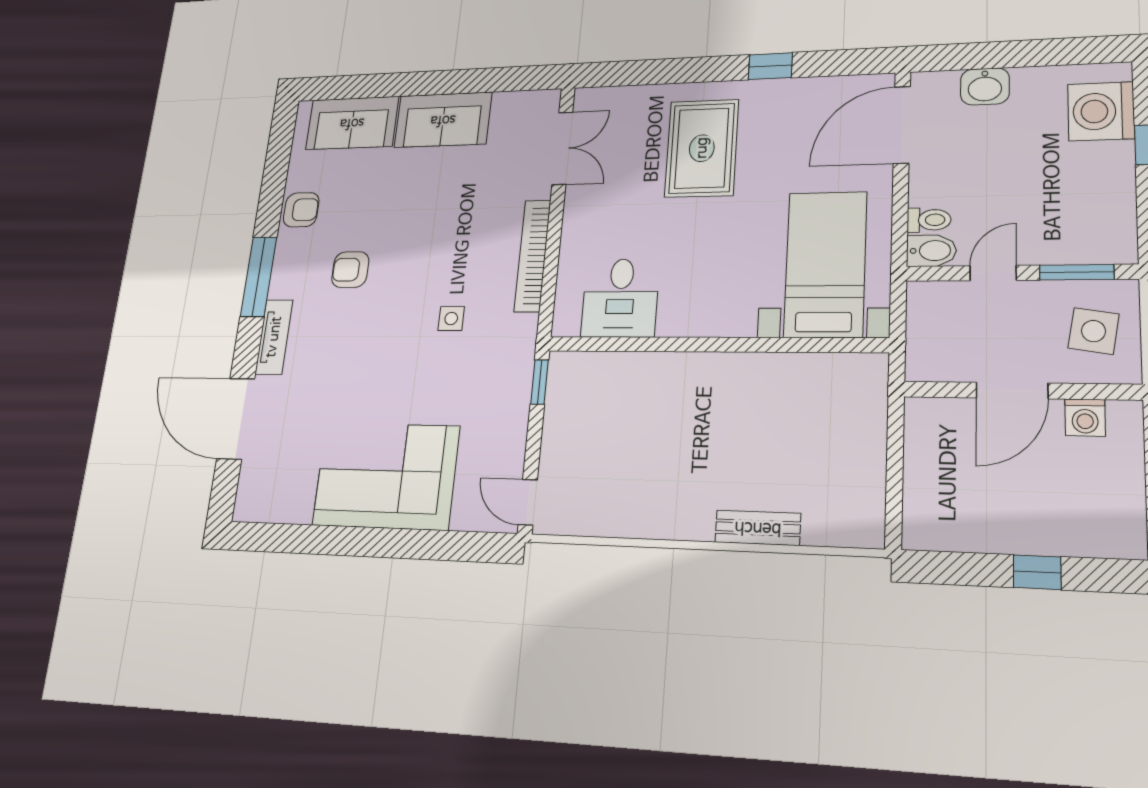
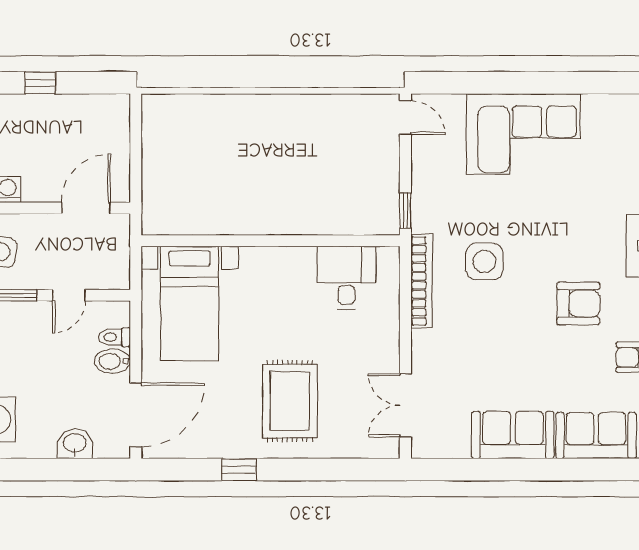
bidet: (931, 251) -> (112, 361), moved
bookcase: (533, 256) -> (421, 281), moved
armchair: (350, 270) -> (578, 304), width x1.38, depth x1.38
side table: (451, 319) -> (484, 261), width x1.87, depth x1.87
door: (1012, 391) -> (86, 208), moved
bench: (758, 528) -> (231, 105), removed

